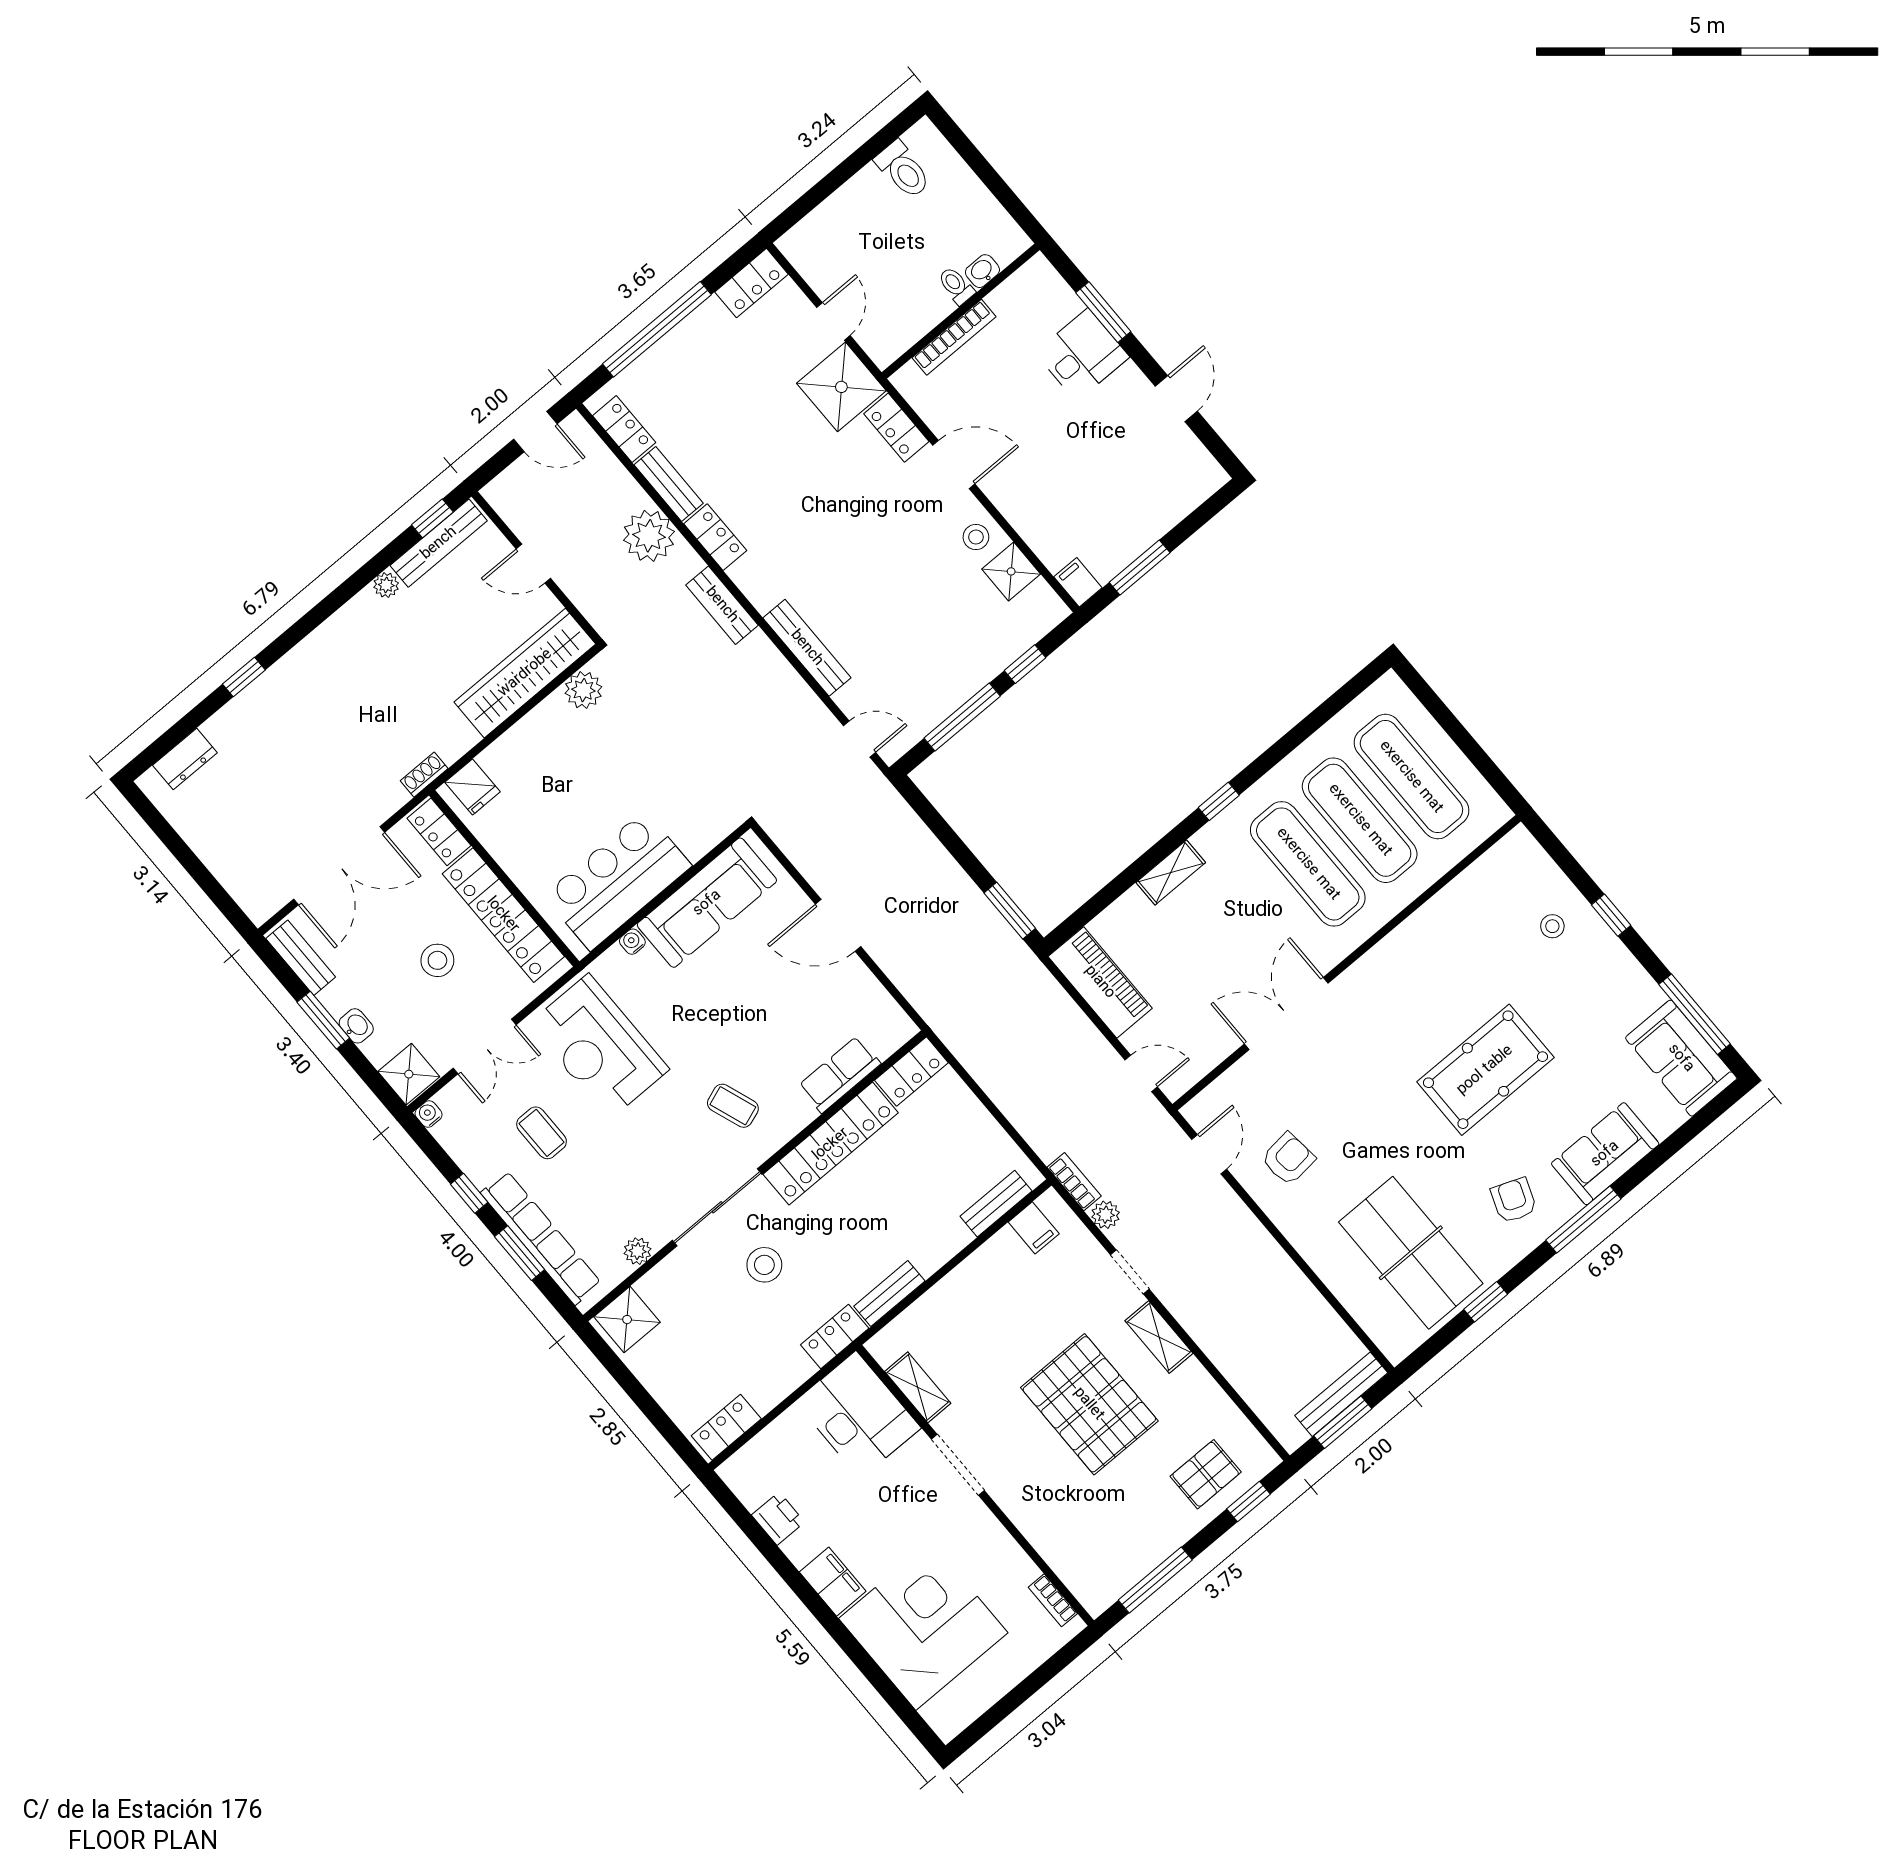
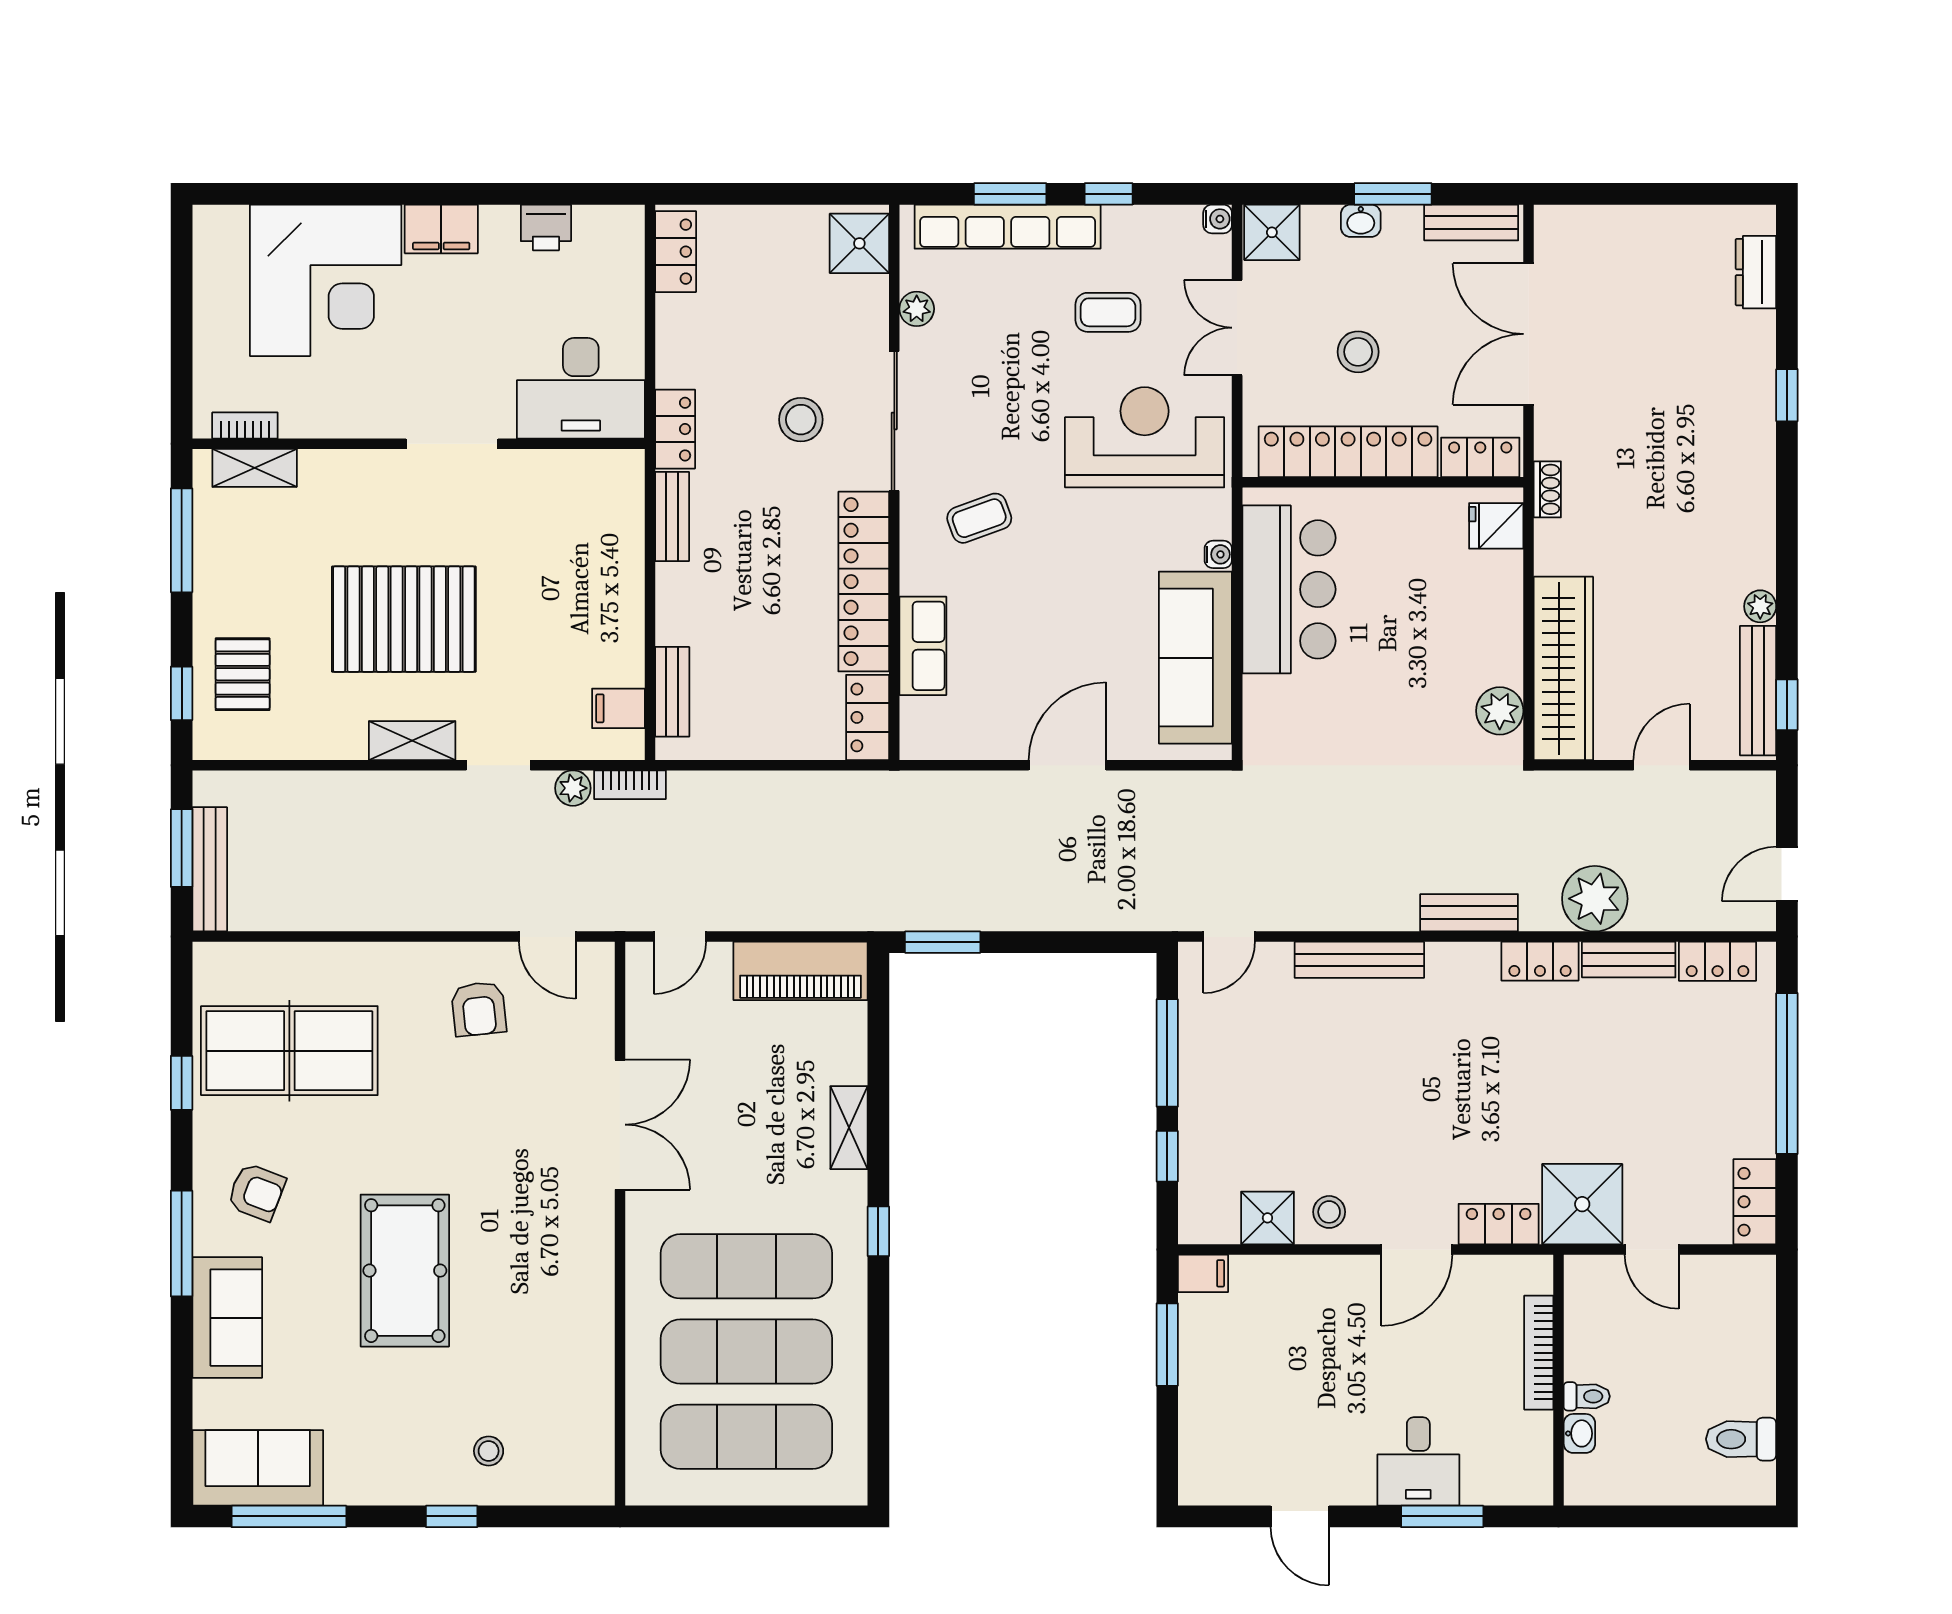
shelving: (918, 1387) -> (255, 468), moved

